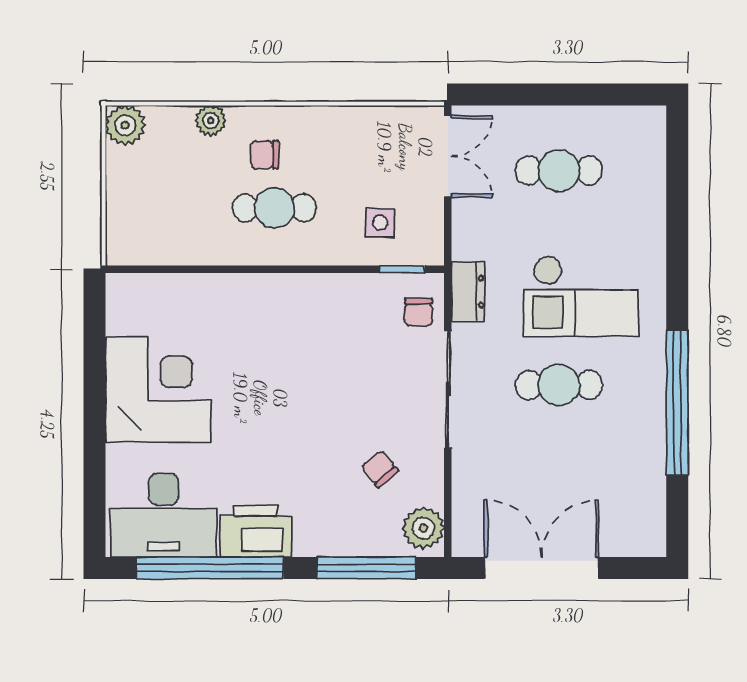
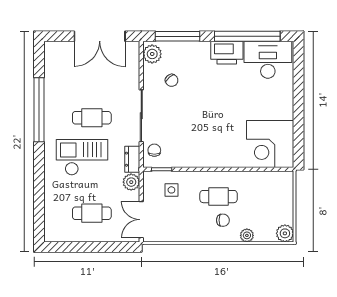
plant: (470, 240) -> (131, 182), added
corner desk: (158, 390) -> (270, 144), moved

